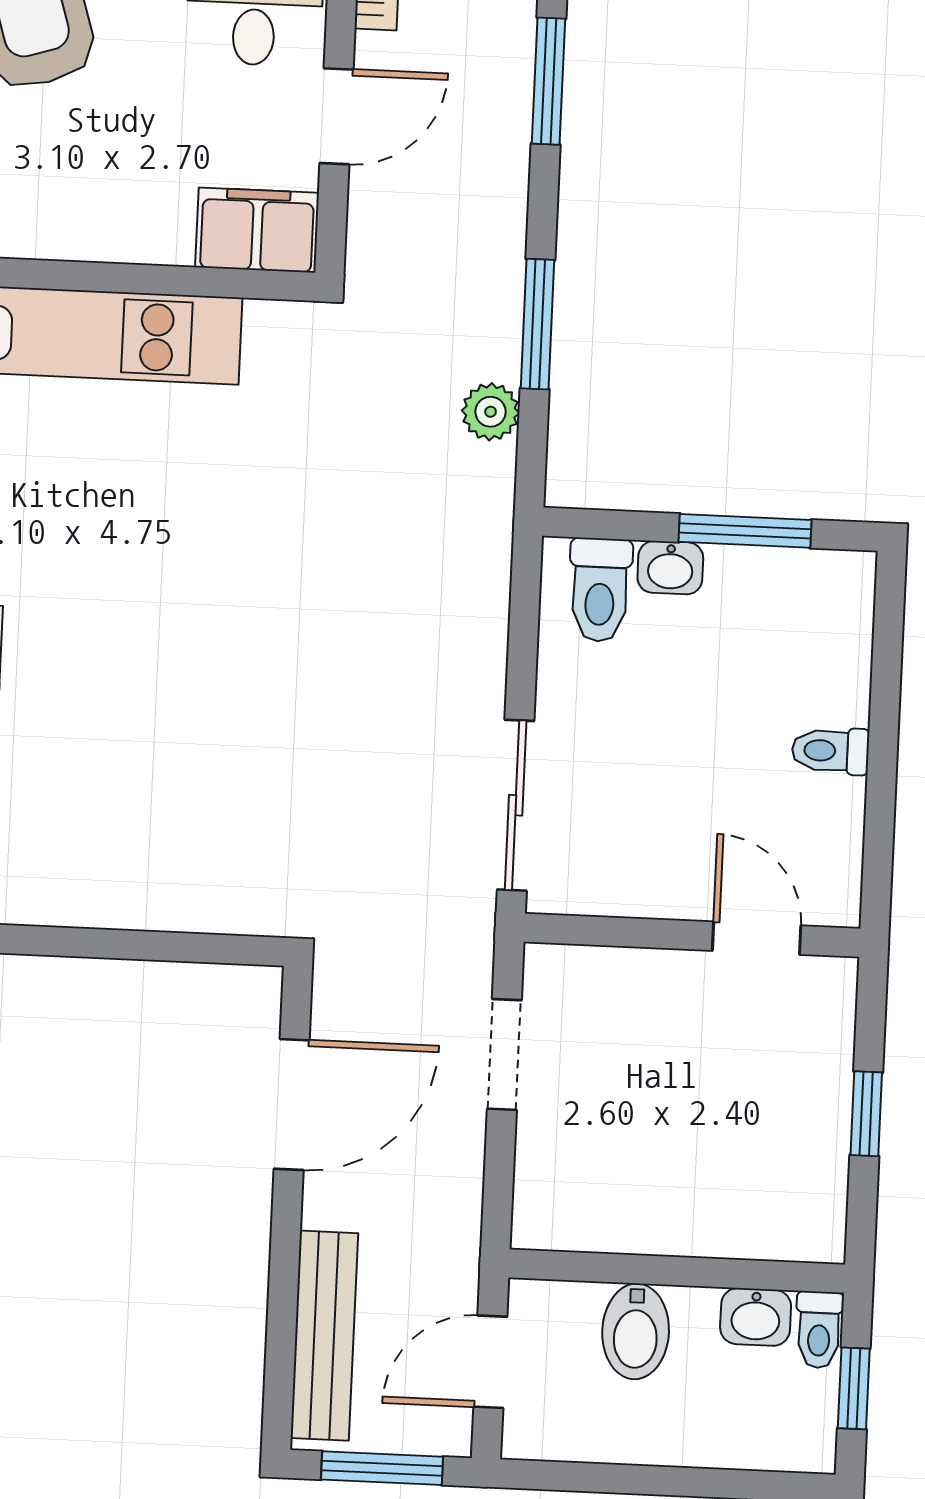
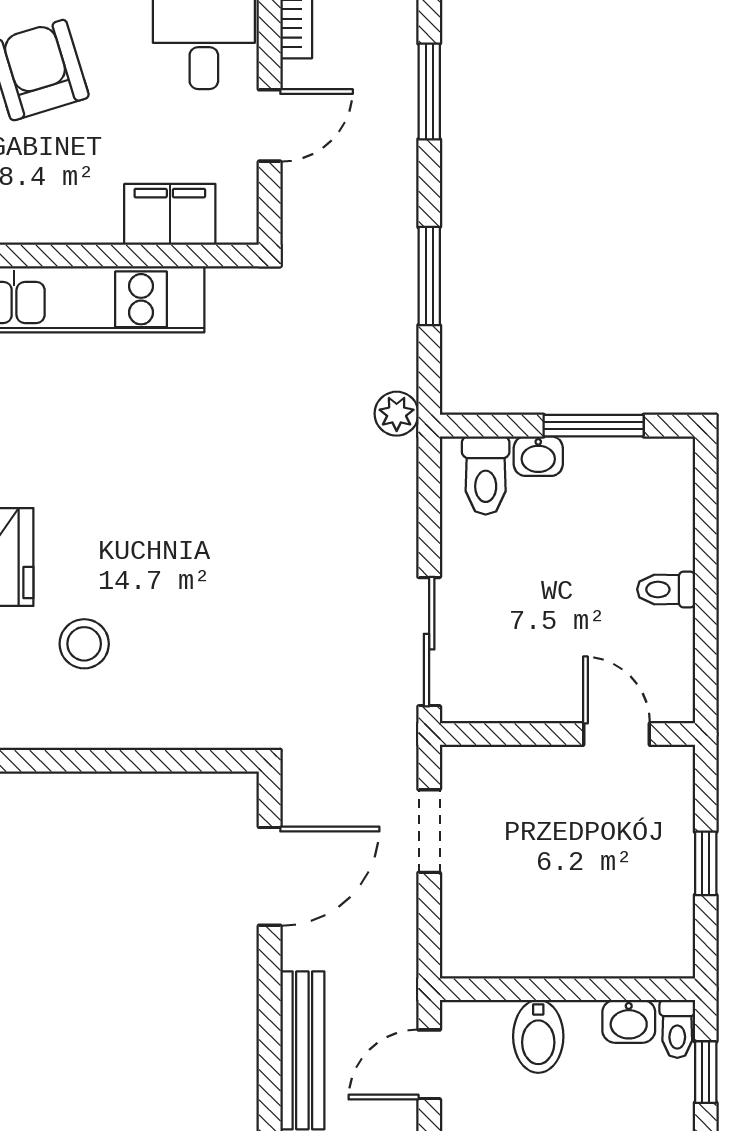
filing cabinet: (257, 230) -> (170, 214), moved
plant: (491, 412) -> (397, 414), moved
stool: (61, 788) -> (84, 644), added

